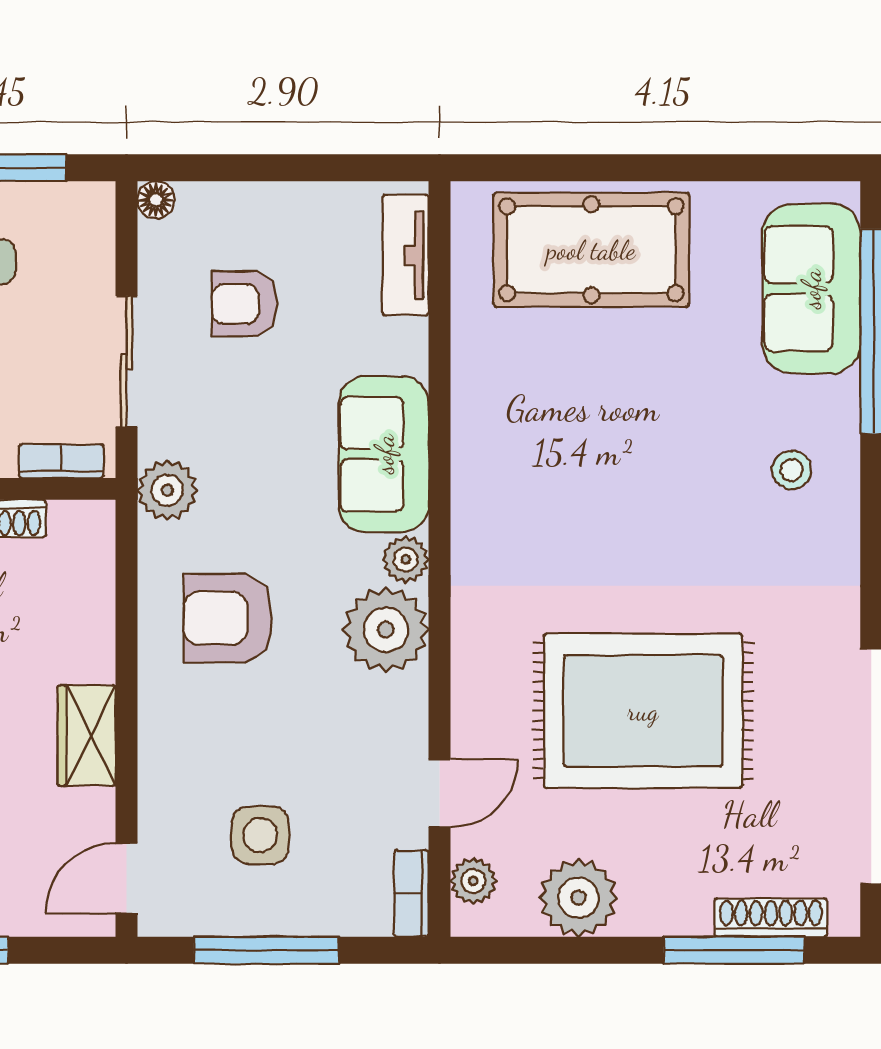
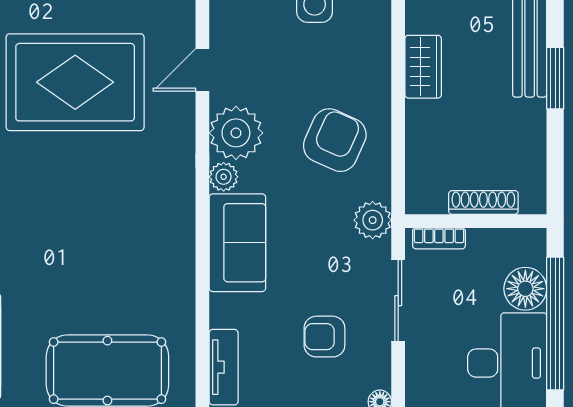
armchair: (244, 304) -> (324, 337), turned 180
armchair: (228, 618) -> (335, 140), turned -66
door: (439, 793) -> (202, 70), moved

